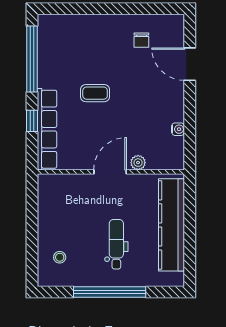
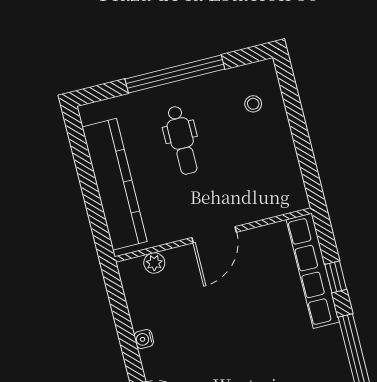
coffee table: (95, 93) -> (261, 335), removed
water cooler: (178, 129) -> (144, 339), moved
plant: (138, 163) -> (154, 263), moved

